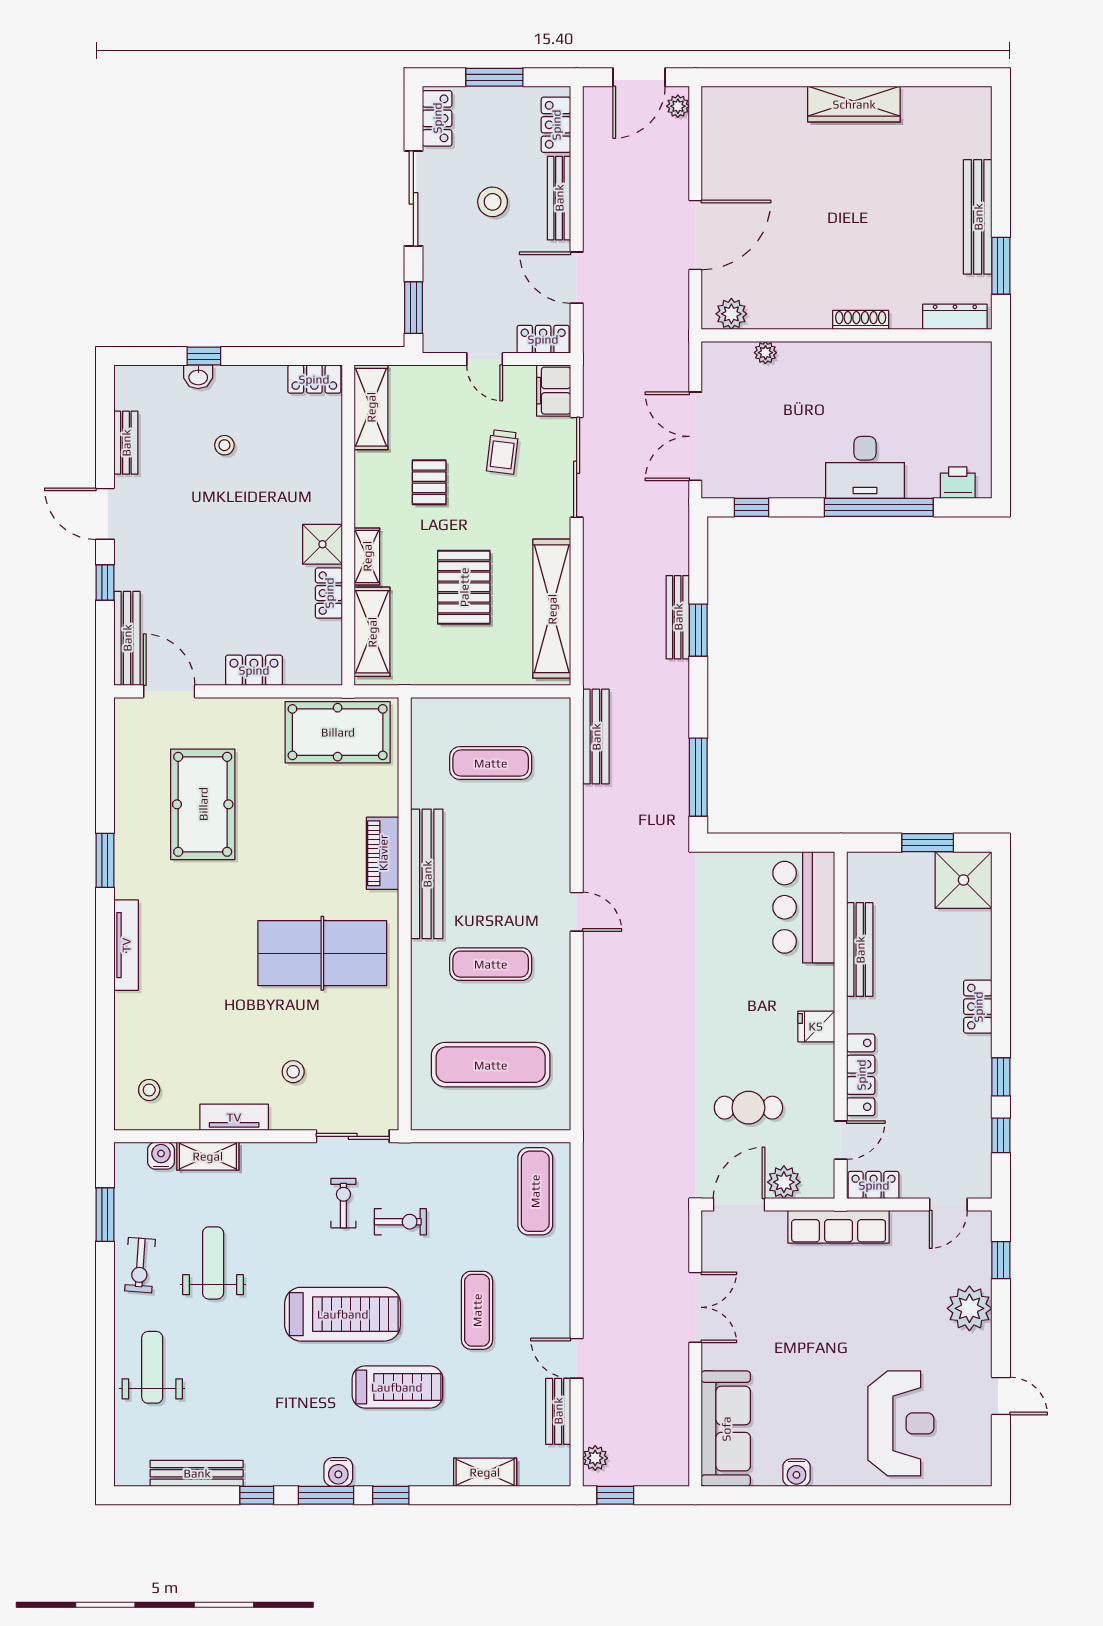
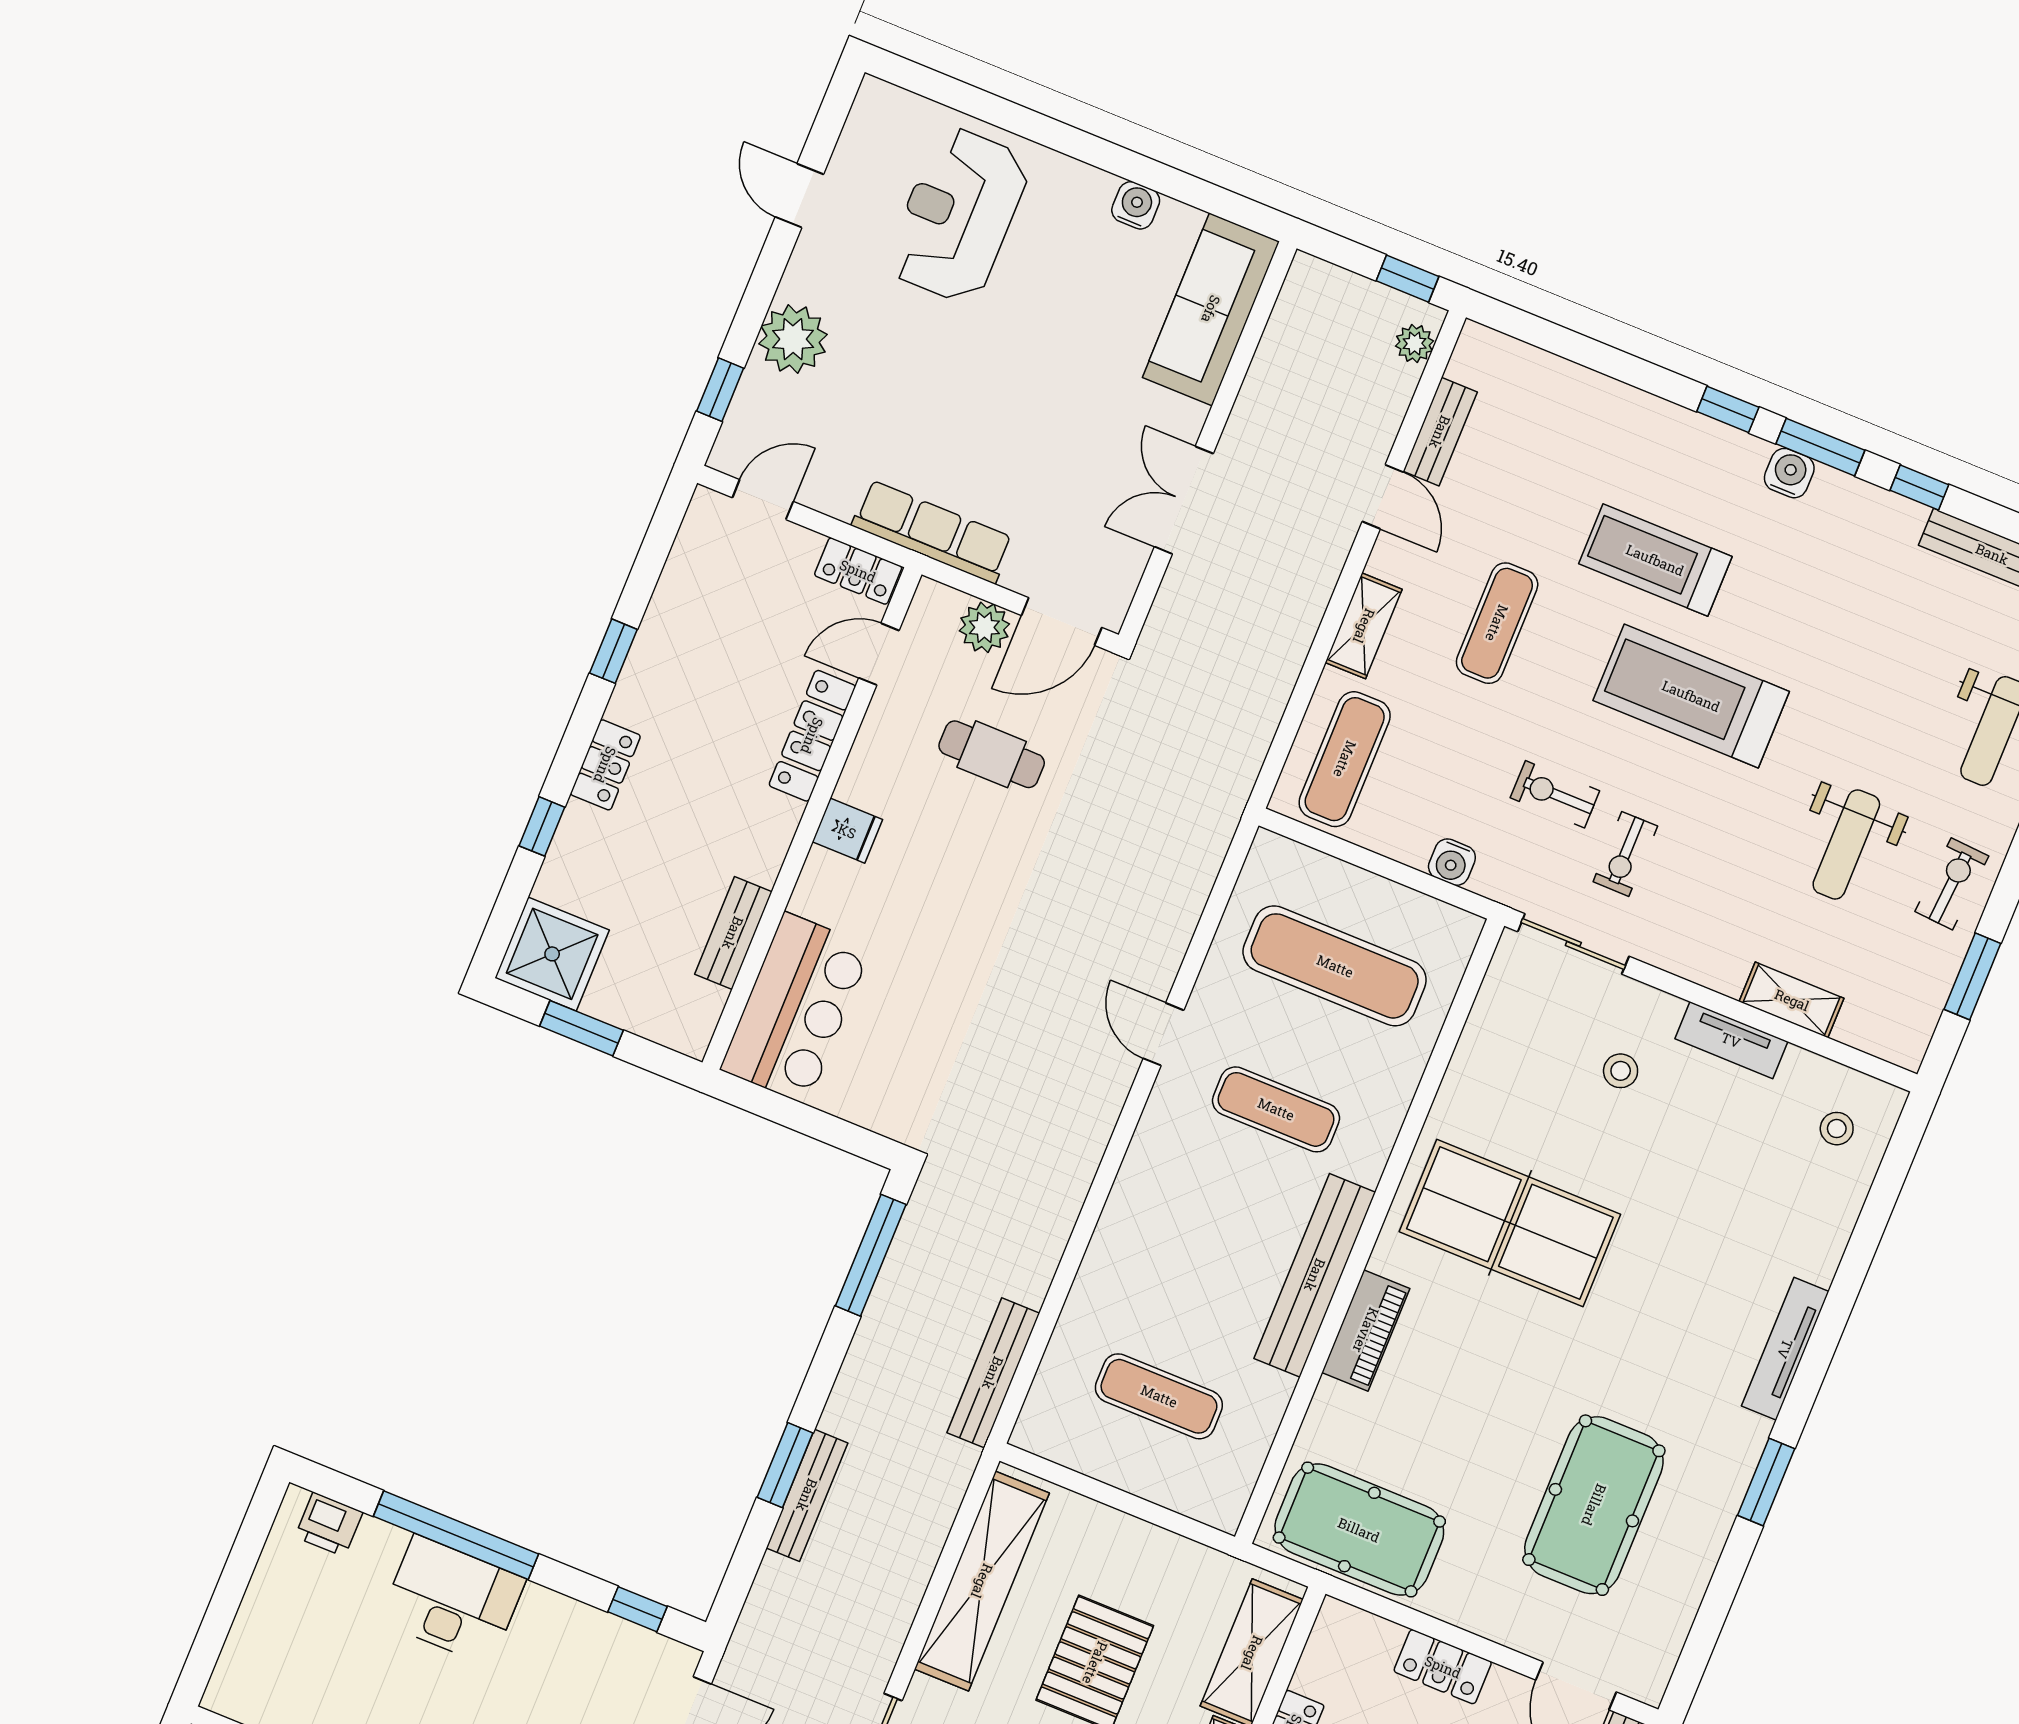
door: (577, 912) -> (1163, 1034), moved
bench: (860, 950) -> (733, 933), width x0.73
window: (1001, 1135) -> (542, 826), moved
water cooler: (161, 1156) -> (1452, 862), moved
shelving: (485, 1472) -> (1364, 626), moved, turned 90

